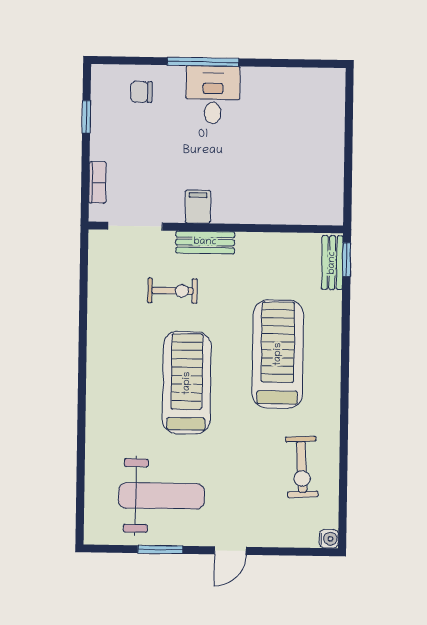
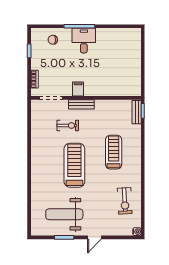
treadmill: (278, 354) -> (114, 152), width x0.73, depth x0.73
weight bench: (161, 496) -> (64, 214), turned 180

